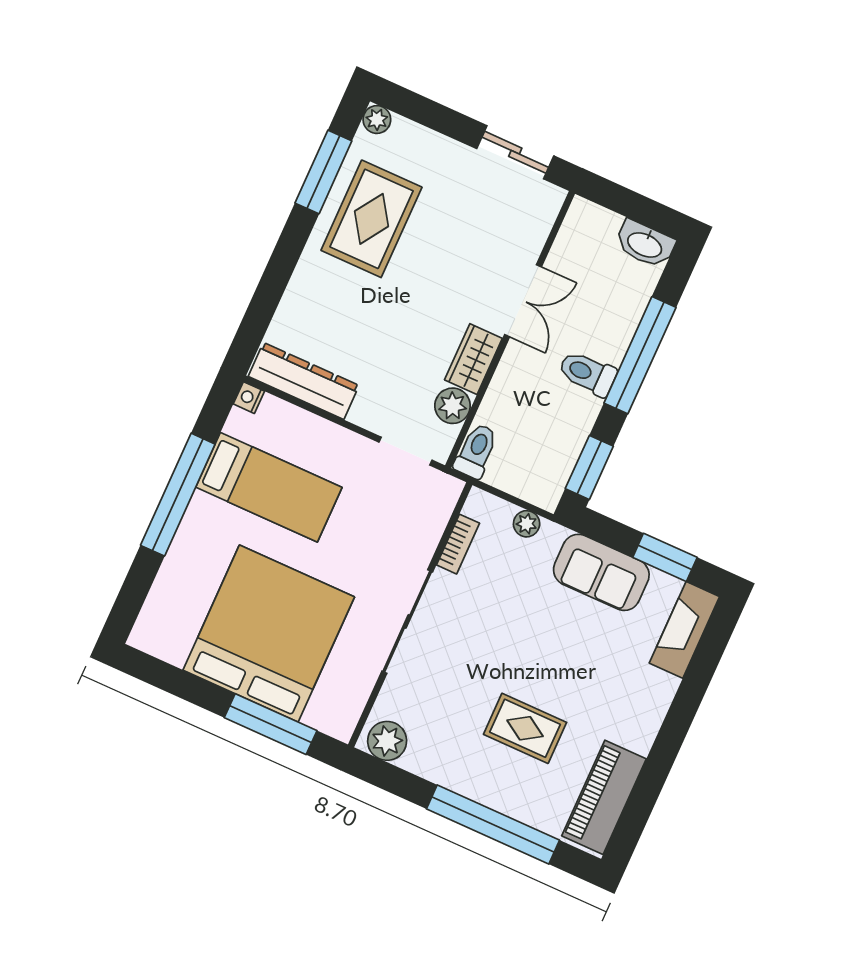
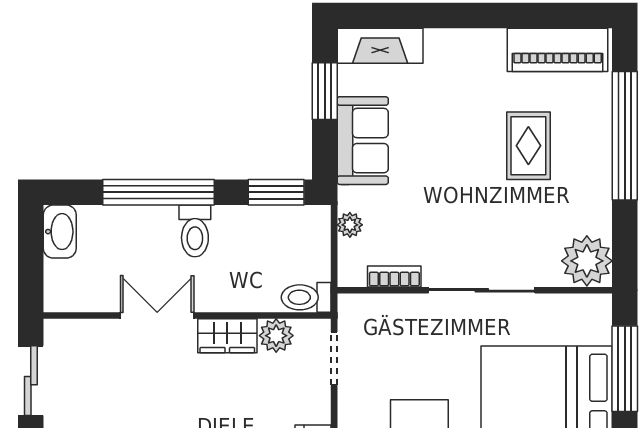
plant: (387, 741) -> (587, 261), width x1.36, depth x1.36

